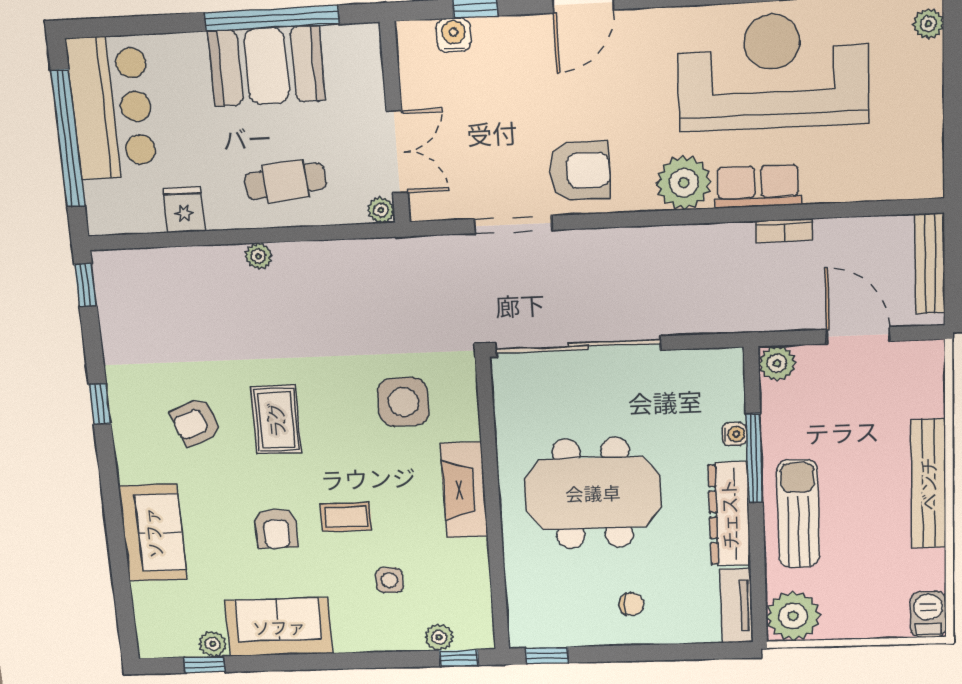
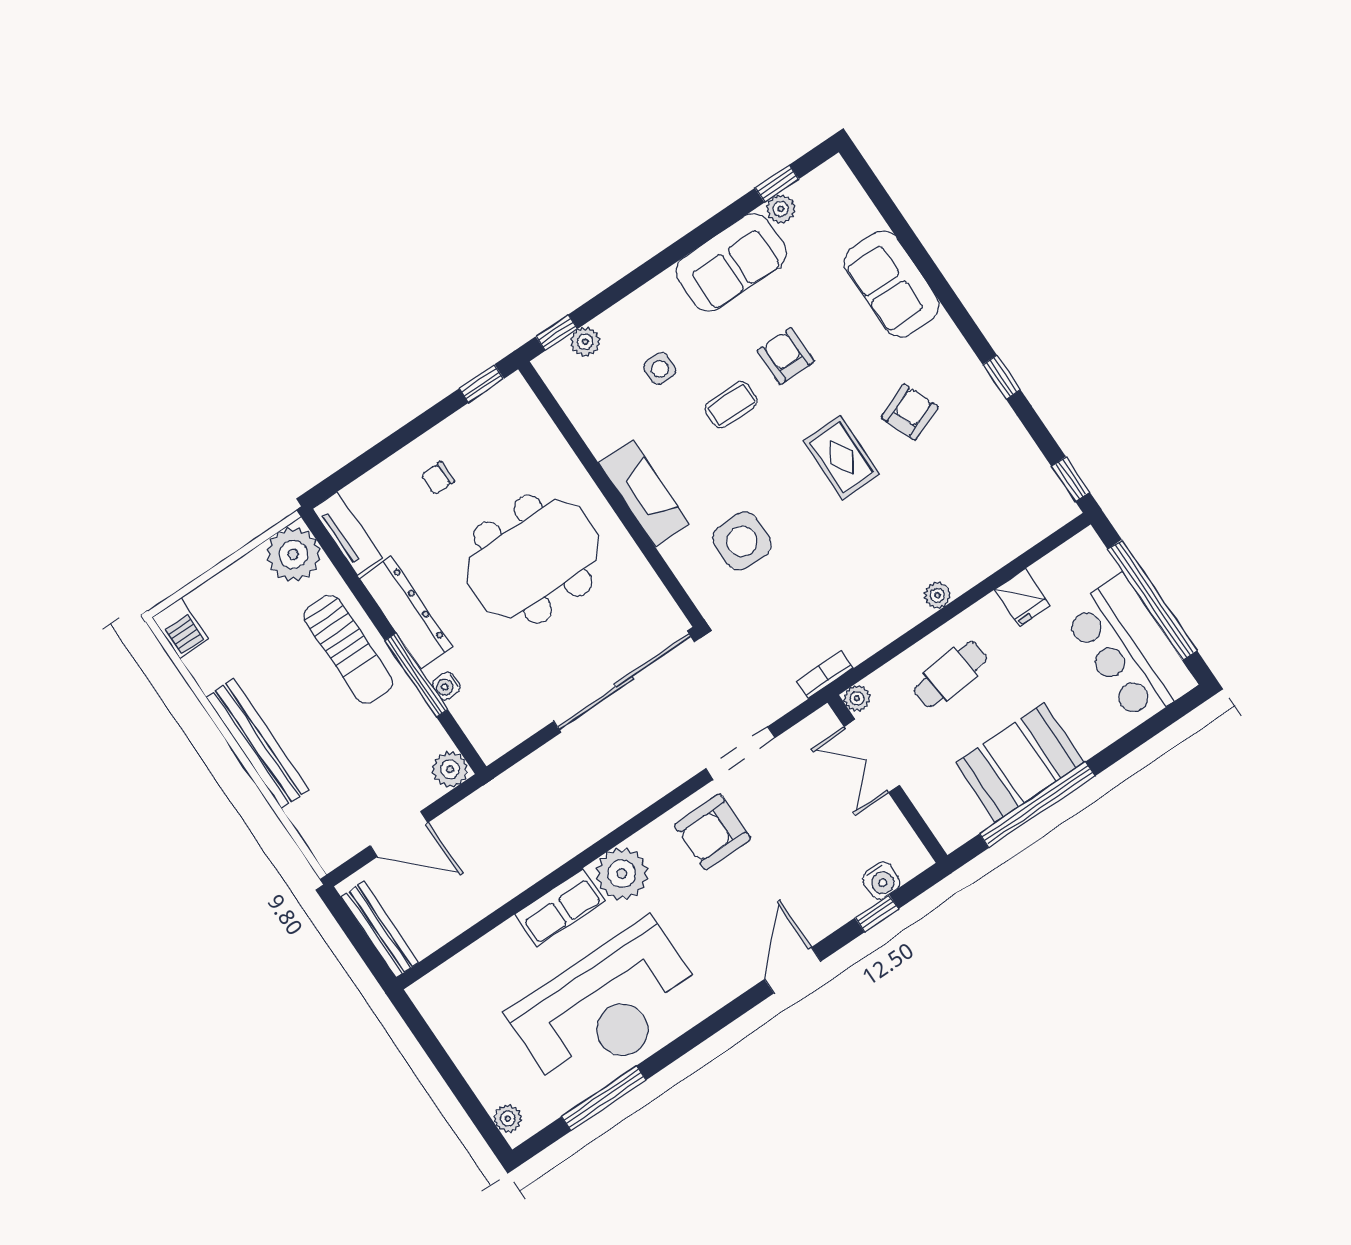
bookcase: (784, 231) -> (825, 675), moved

